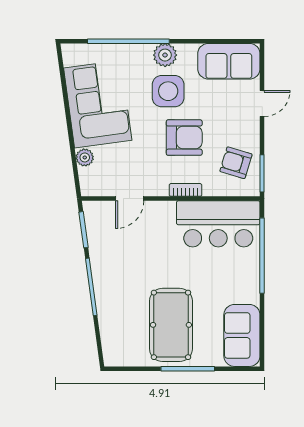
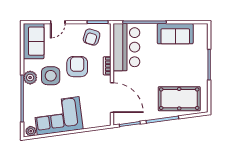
door: (262, 103) -> (58, 22), swing flipped
plant: (85, 157) -> (31, 131), moved
door: (130, 199) -> (112, 98), width x1.87
pool table: (171, 325) -> (179, 99), moved
sofa: (242, 335) -> (175, 34), moved

